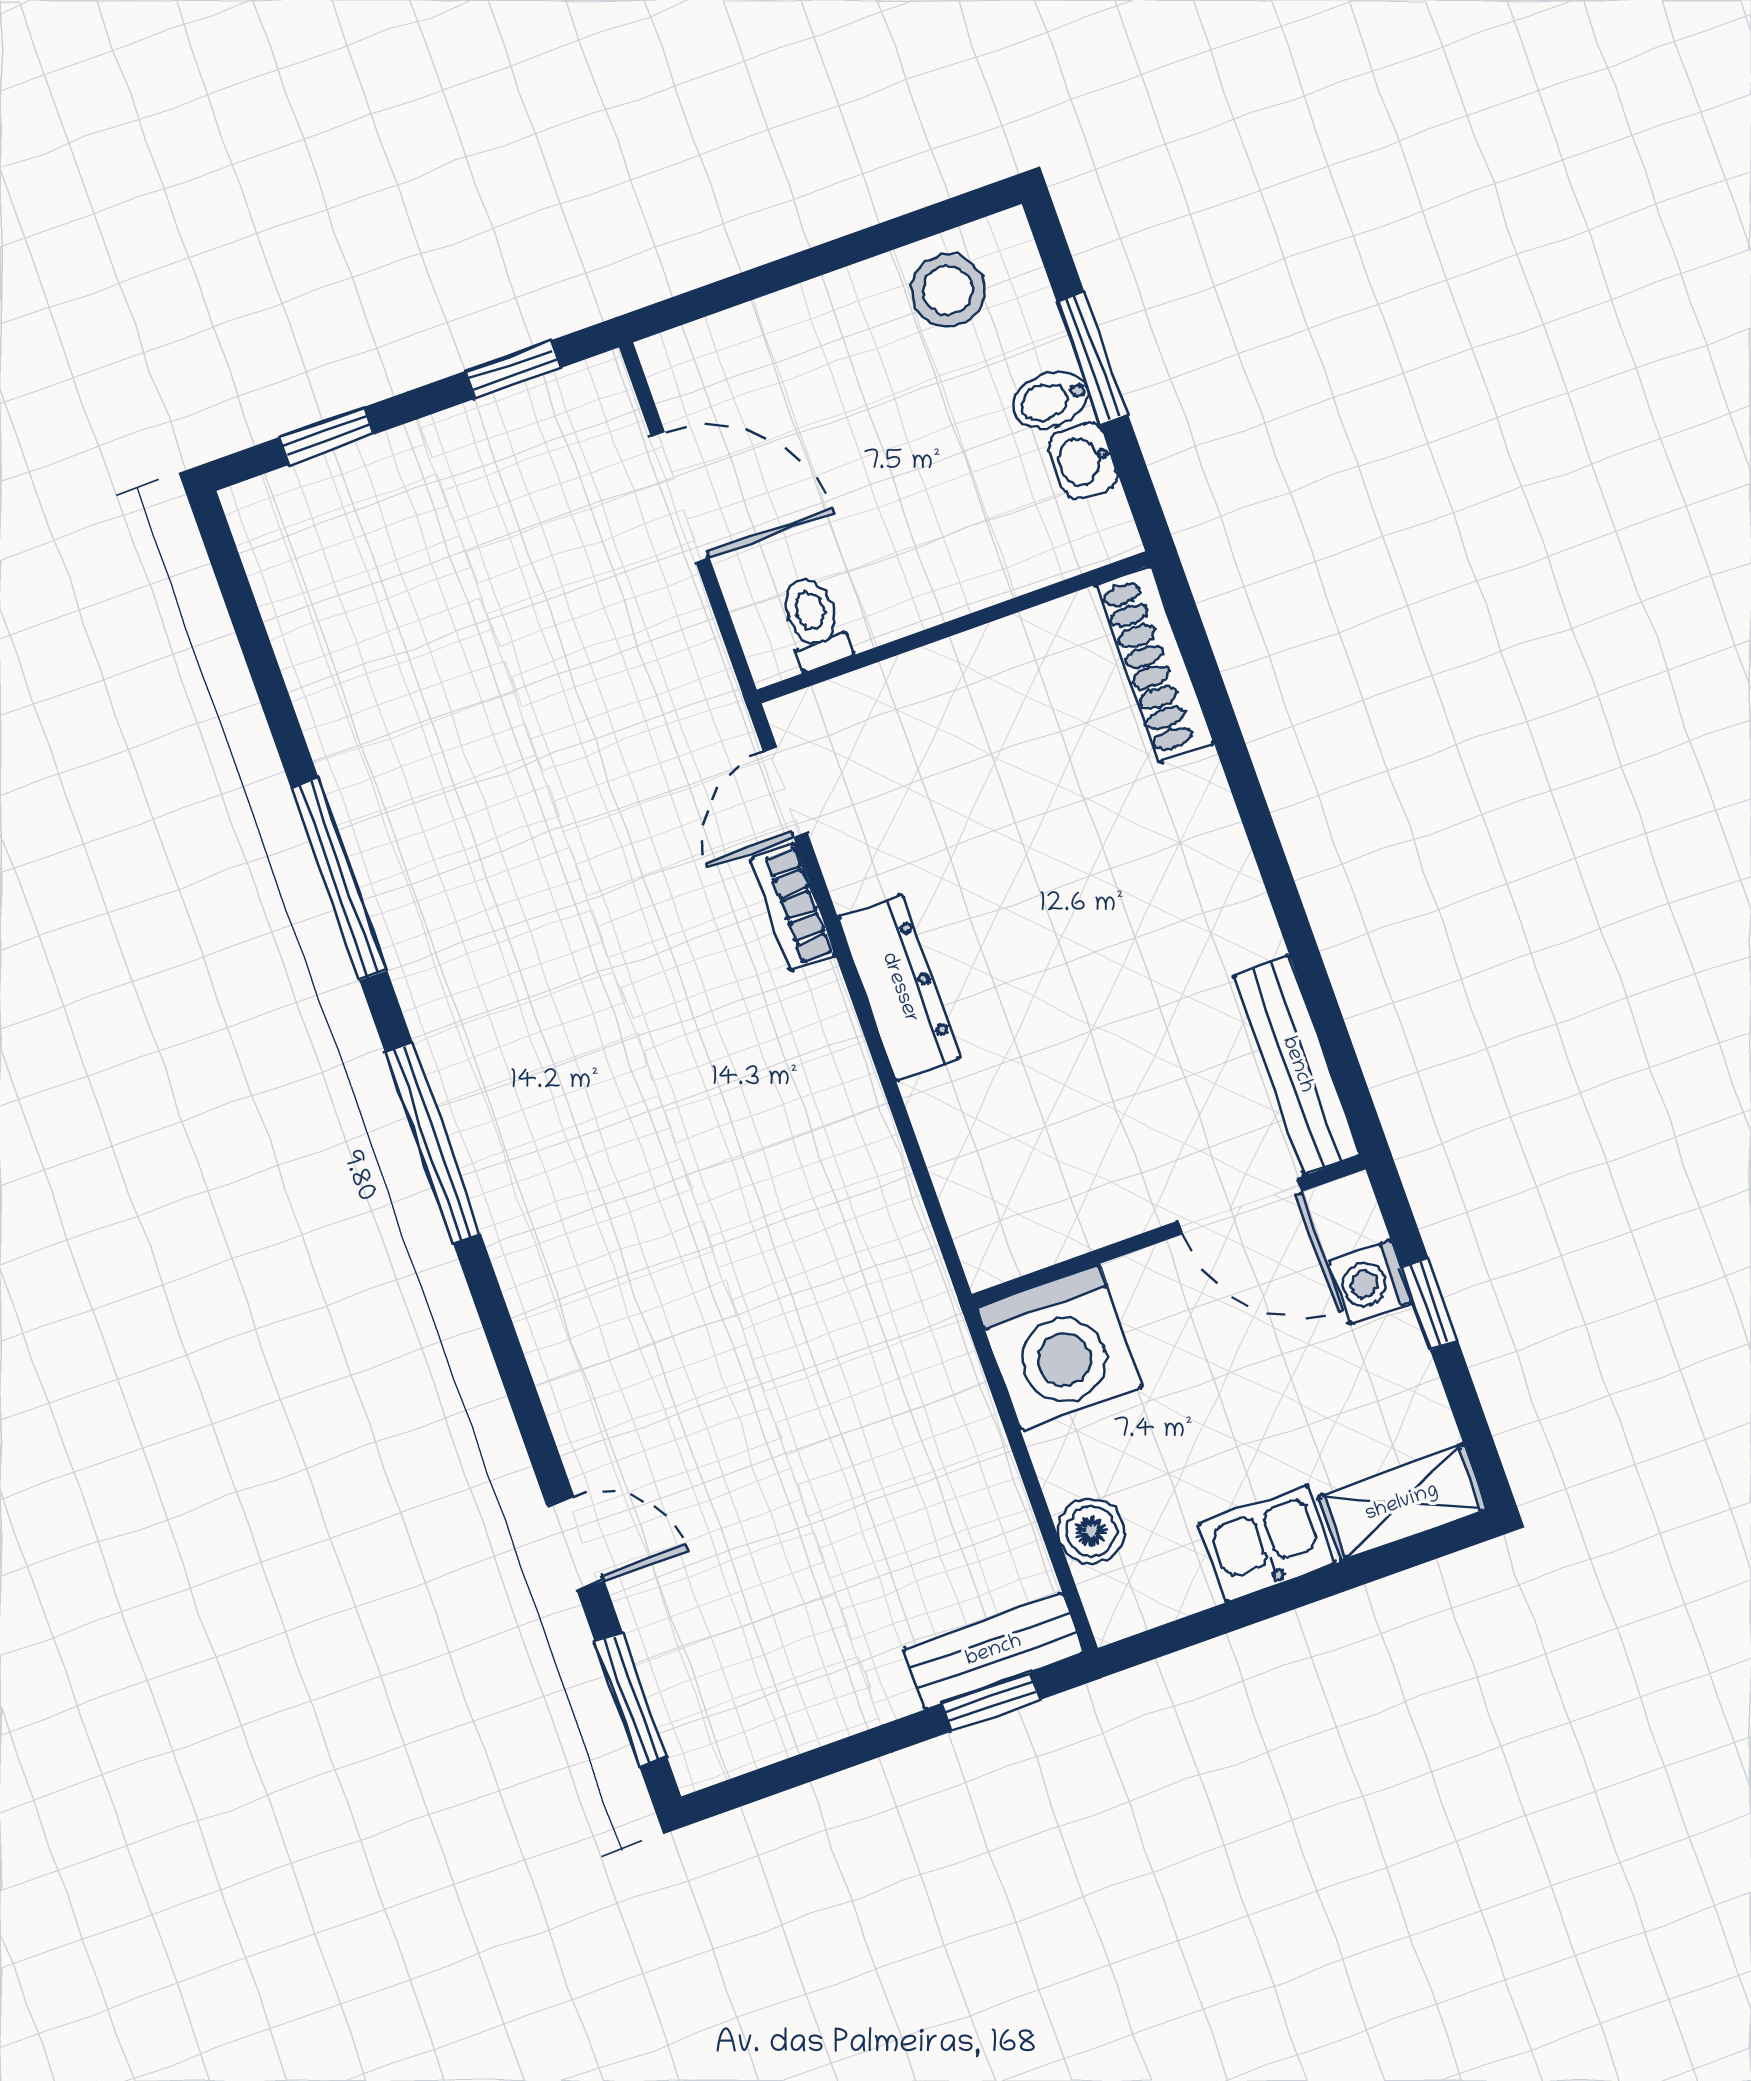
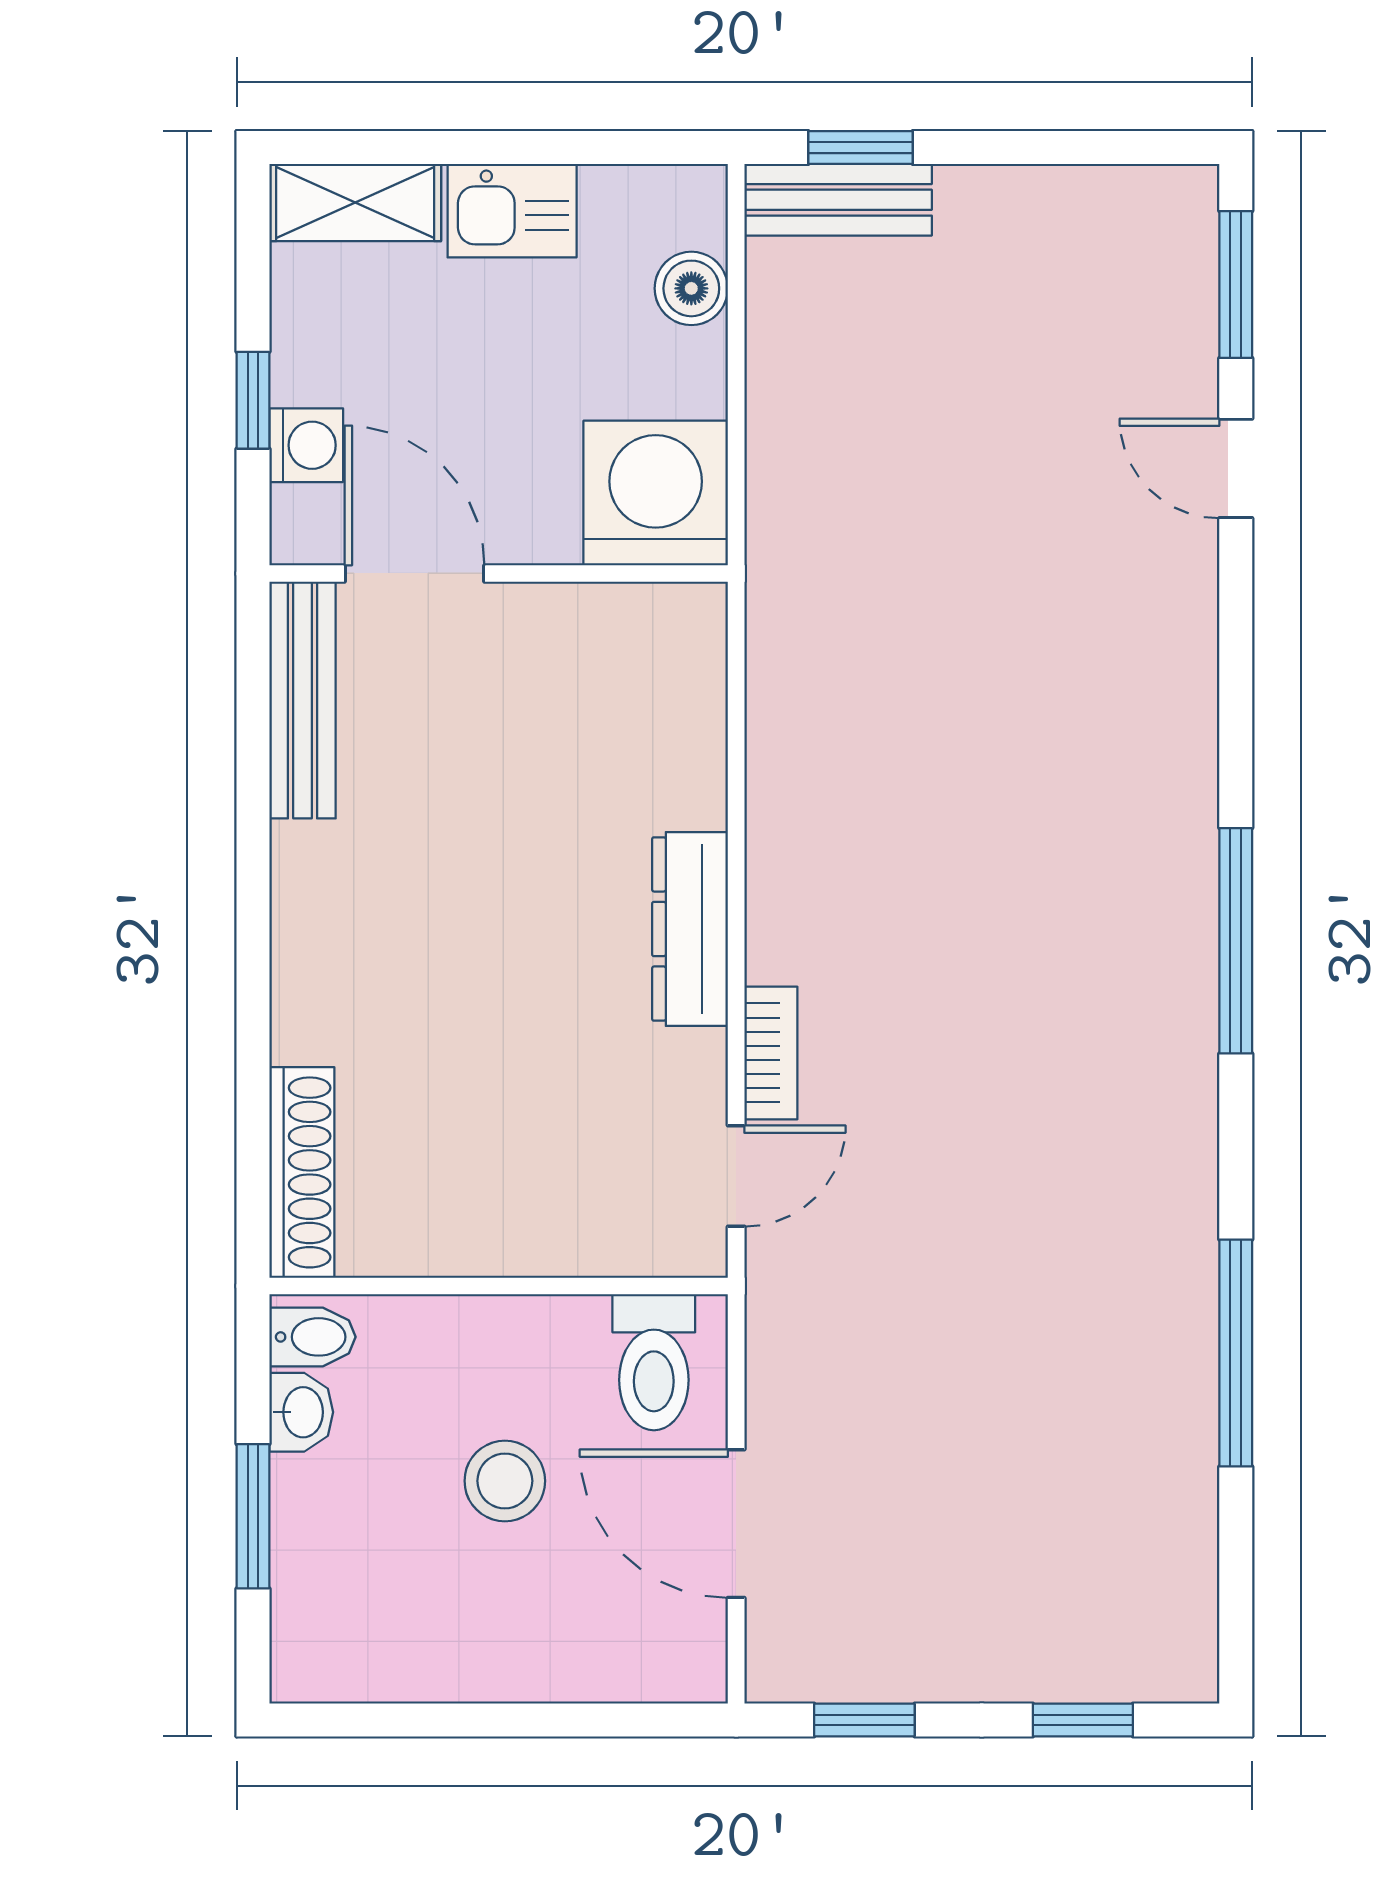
stool: (948, 290) -> (505, 1481), moved
bidet: (1051, 400) -> (313, 1337), moved
toilet: (814, 622) -> (654, 1362), width x1.37, depth x1.39
window: (339, 879) -> (1236, 1353), moved

